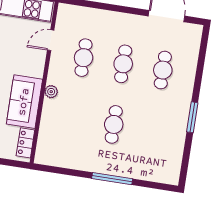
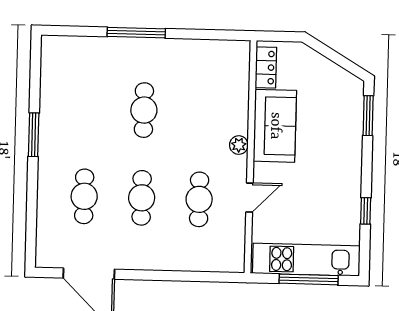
door: (51, 40) -> (249, 198), moved

